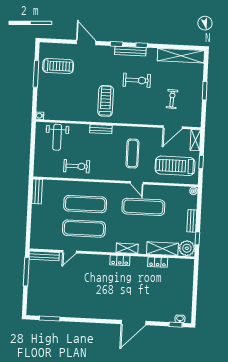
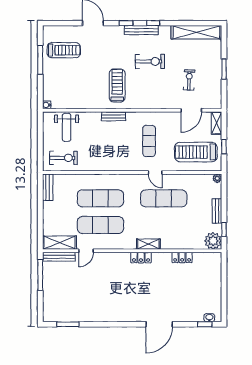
exercise bike: (77, 166) -> (63, 158), moved
shelving: (162, 249) -> (59, 243), moved

